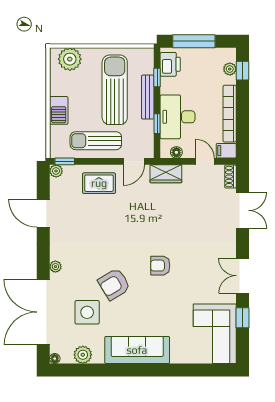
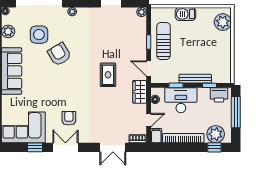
plant: (230, 69) -> (216, 134), width x1.88, depth x1.88
sun lounger: (115, 90) -> (200, 55), removed
window: (65, 161) -> (149, 42), moved
rug: (99, 183) -> (108, 75), moved
armchair: (160, 266) -> (69, 118), moved

